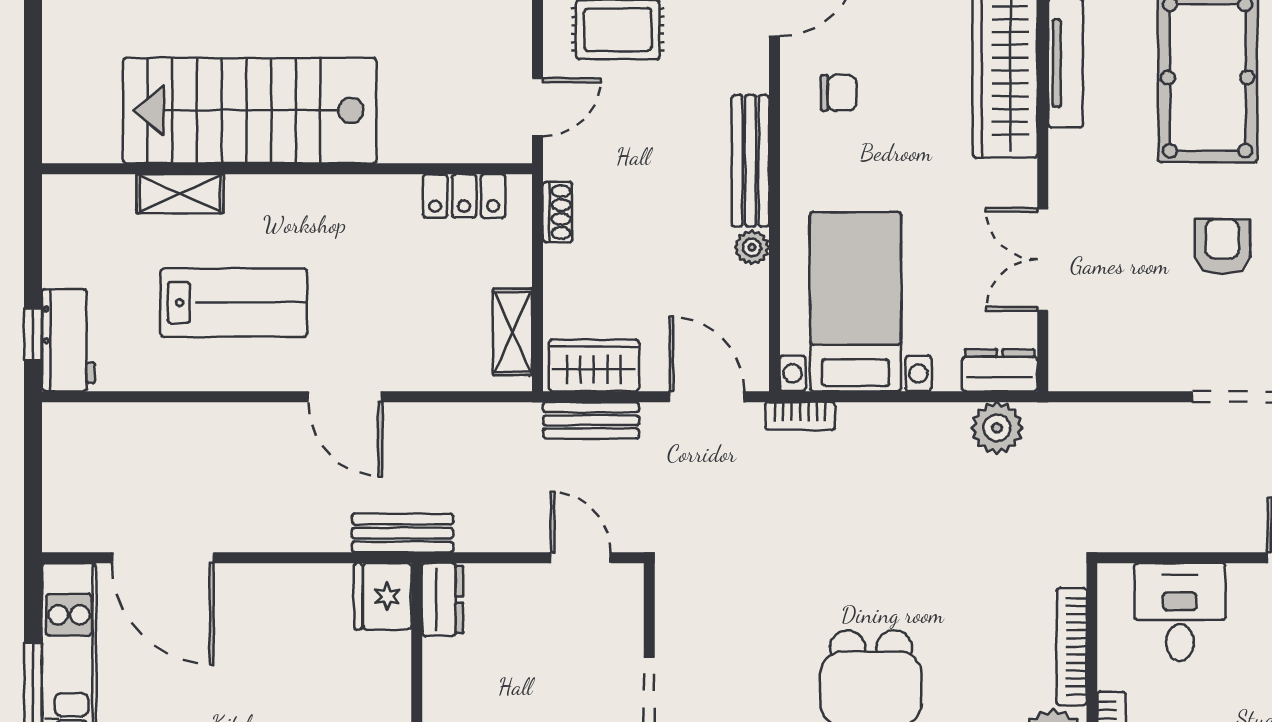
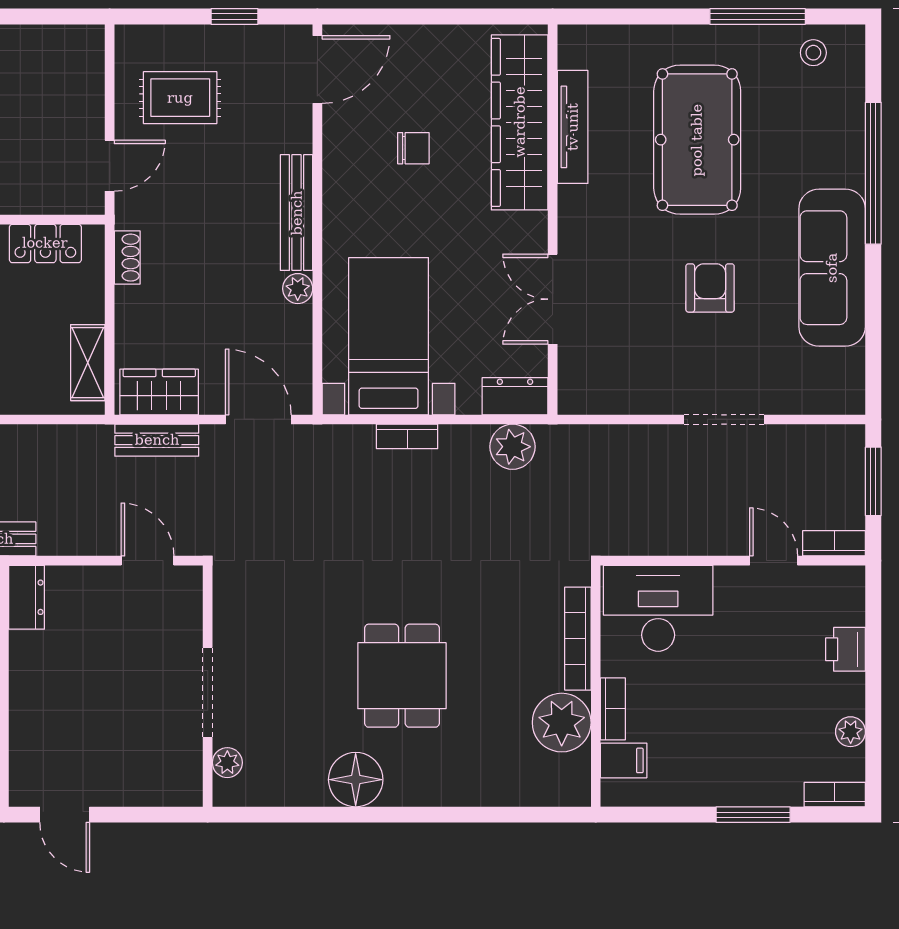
chair: (839, 93) -> (413, 148), moved
bookcase: (800, 416) -> (407, 436), moved
desk: (1180, 612) -> (658, 608), width x1.37

